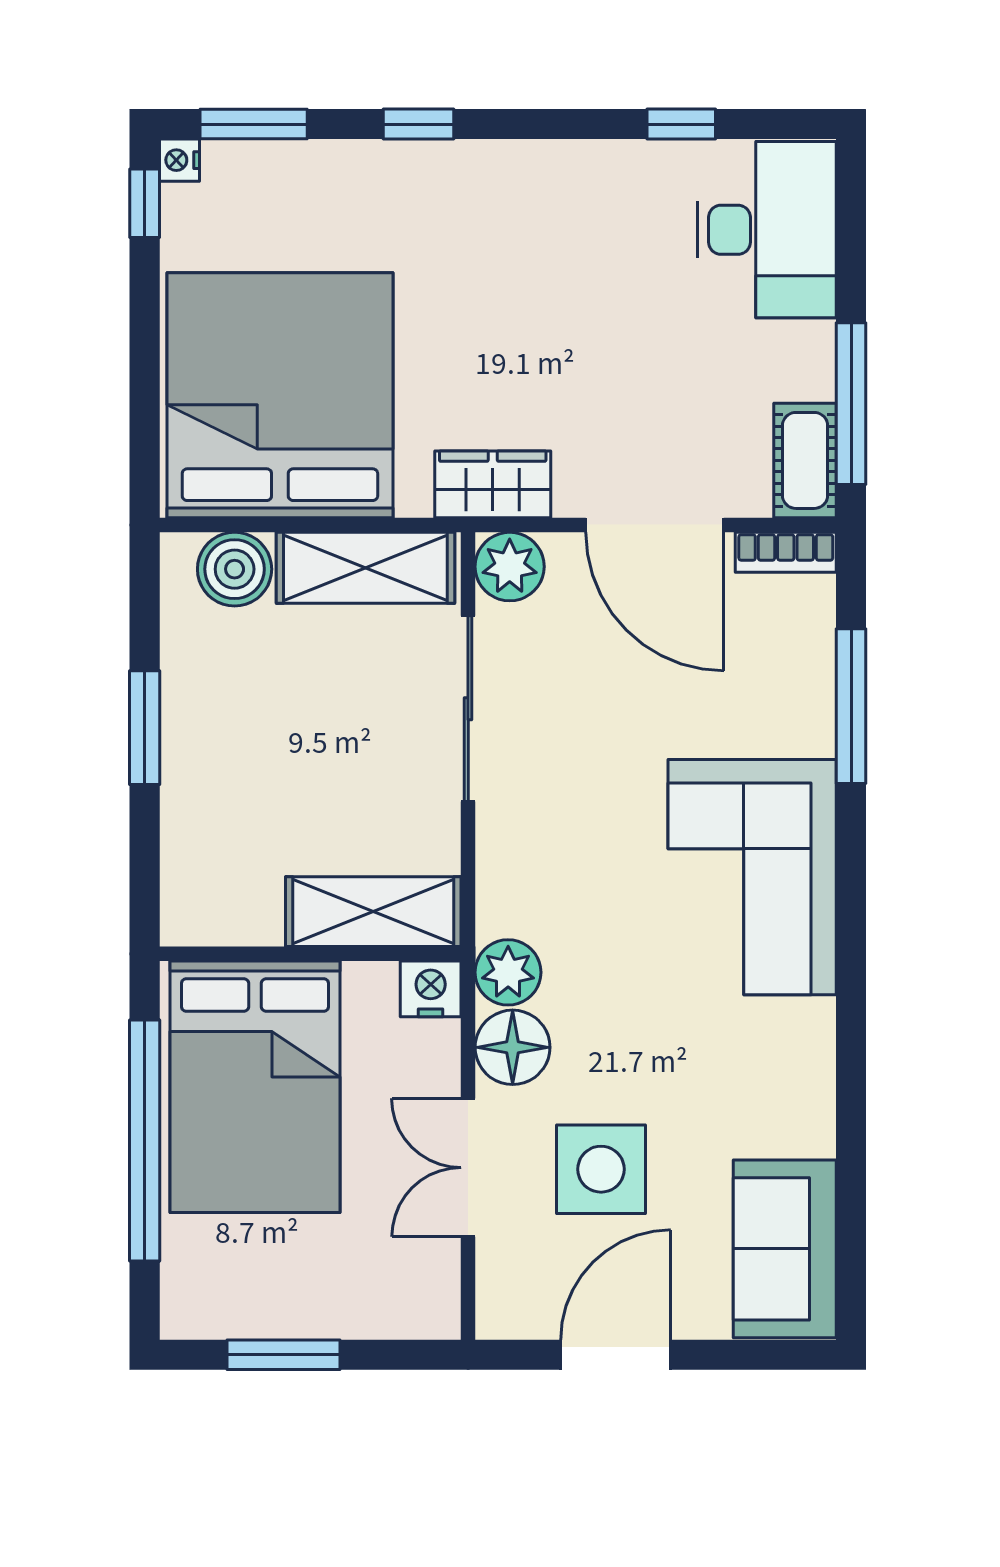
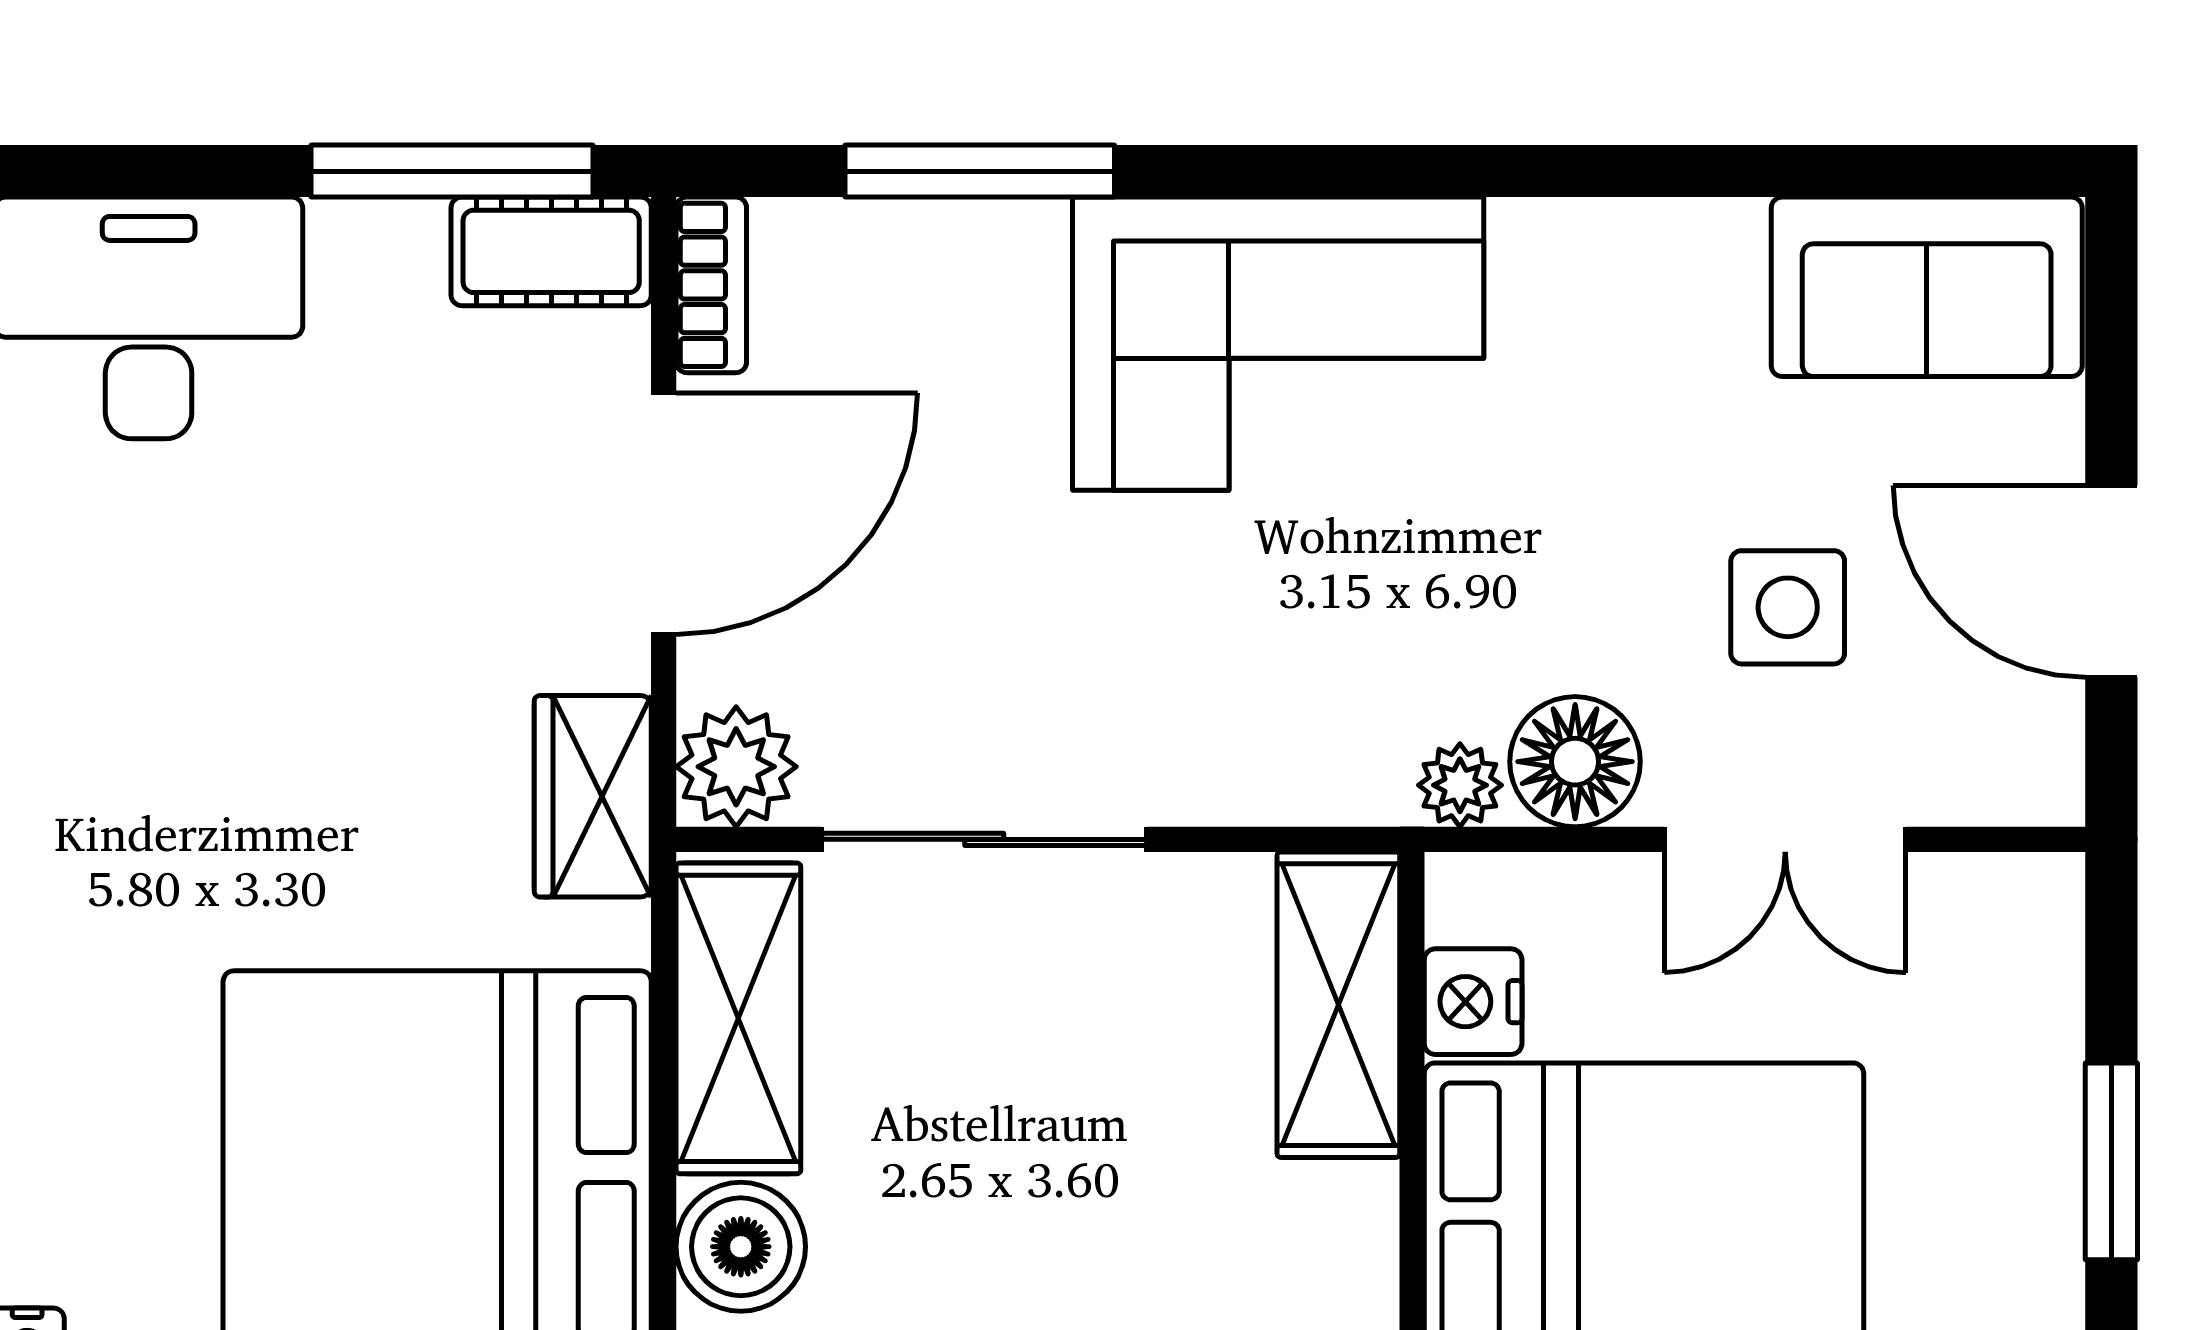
plant: (508, 972) -> (1460, 785), width x0.73, depth x0.73
nightstand: (431, 989) -> (1473, 1002), moved
side table: (601, 1169) -> (1788, 607), width x0.73, depth x0.73

